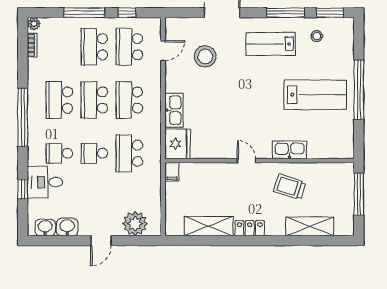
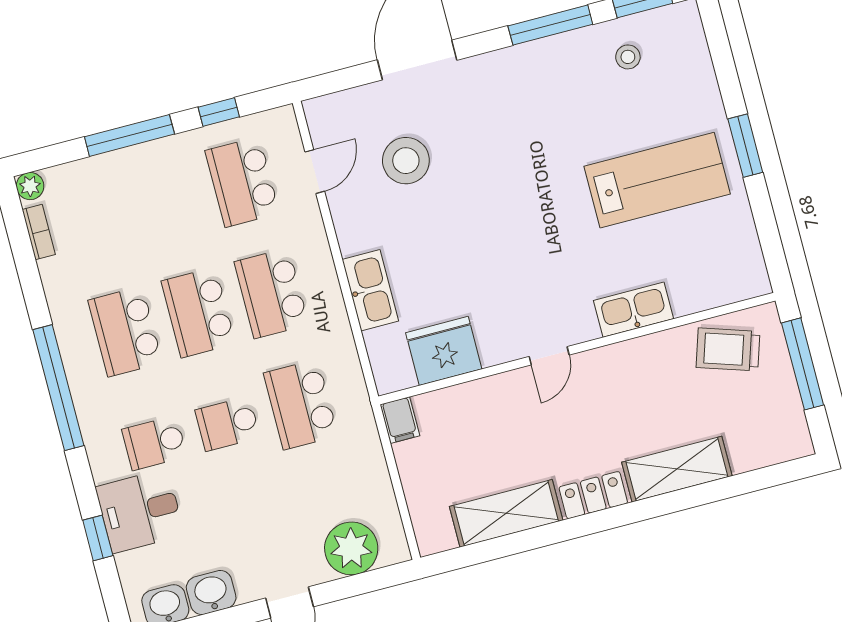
lab bench: (271, 44) -> (536, 99), removed
school desk: (94, 47) -> (169, 201), removed
window: (359, 90) -> (745, 146), width x0.47
fridge: (178, 144) -> (444, 351), moved, turned -90
door: (246, 161) -> (549, 356), swing flipped
trolley: (289, 187) -> (728, 349), moved
shelving: (310, 226) -> (677, 469), moved

